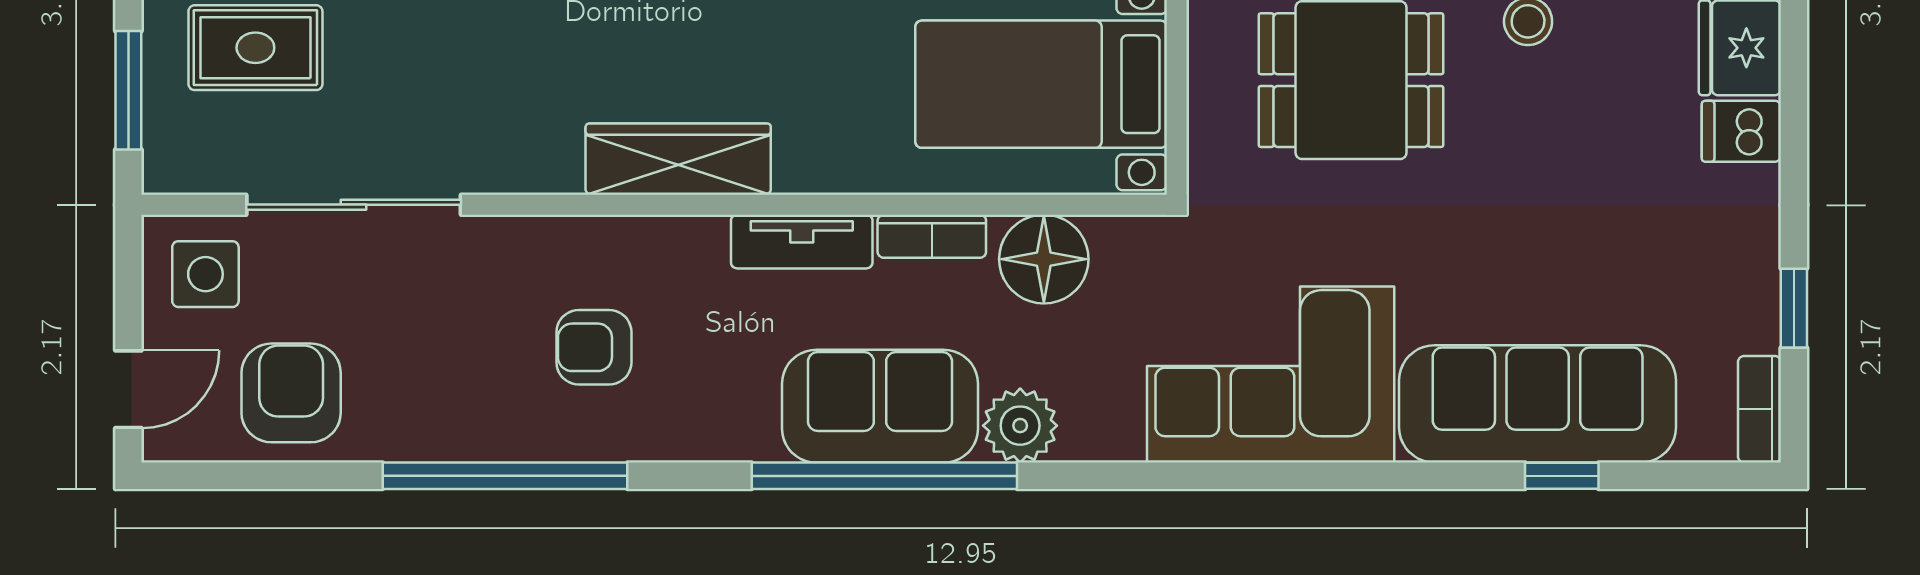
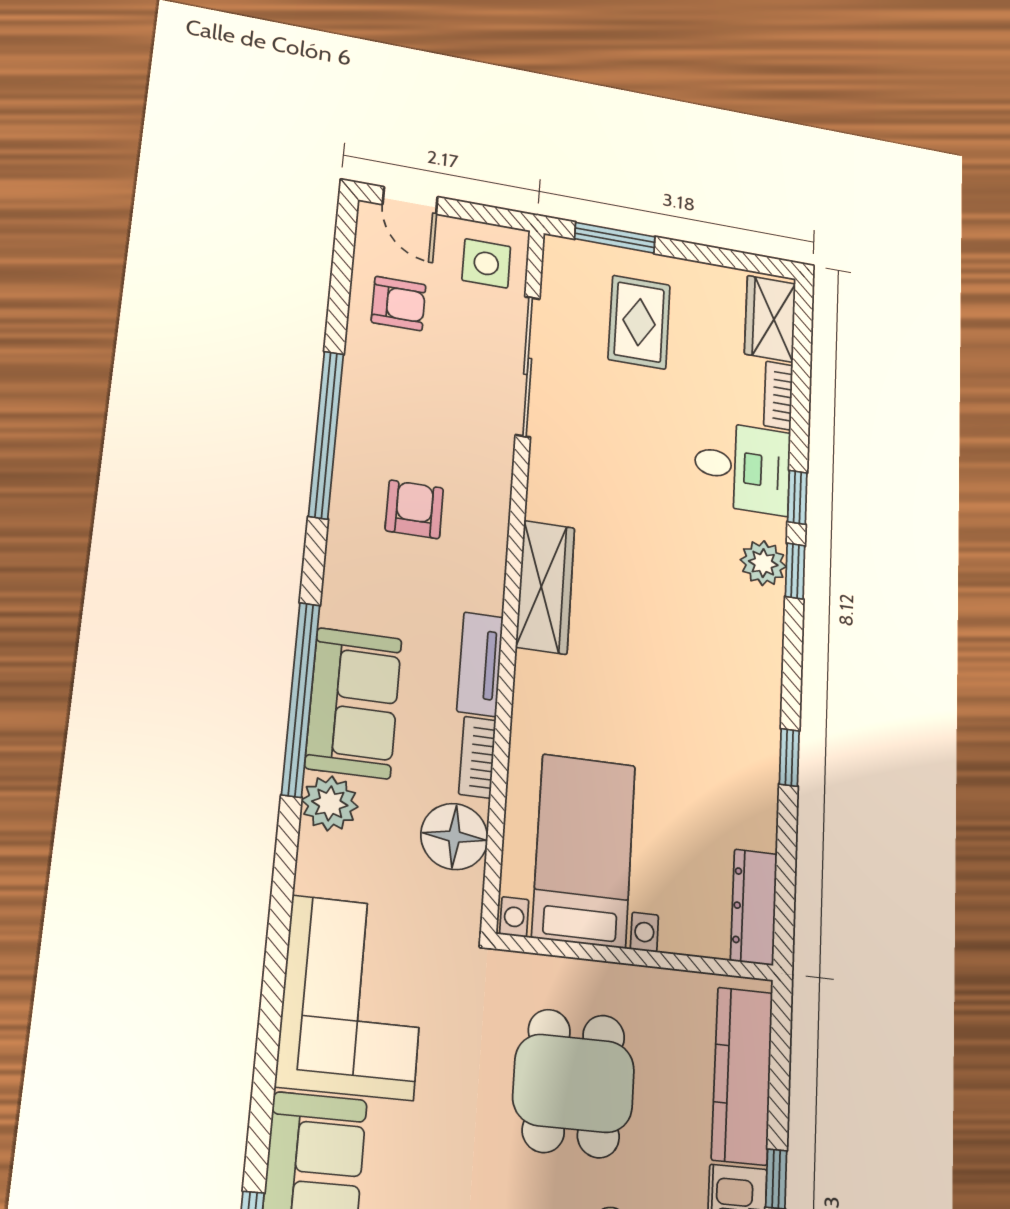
armchair: (291, 393) -> (399, 304), width x0.72, depth x0.72

